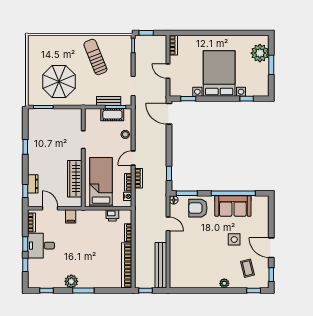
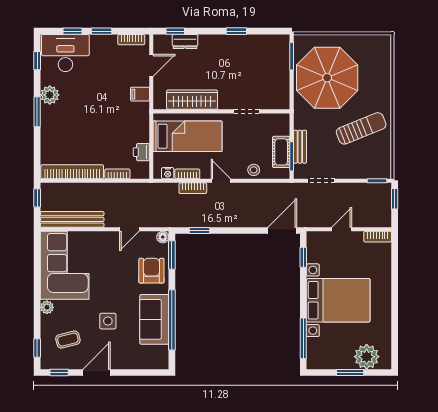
parasol: (59, 81) -> (327, 78), width x1.36, depth x1.36
window: (247, 99) -> (303, 338), width x2.17
desk: (41, 246) -> (65, 53), moved, width x1.37
corner sofa: (194, 271) -> (65, 265), added

